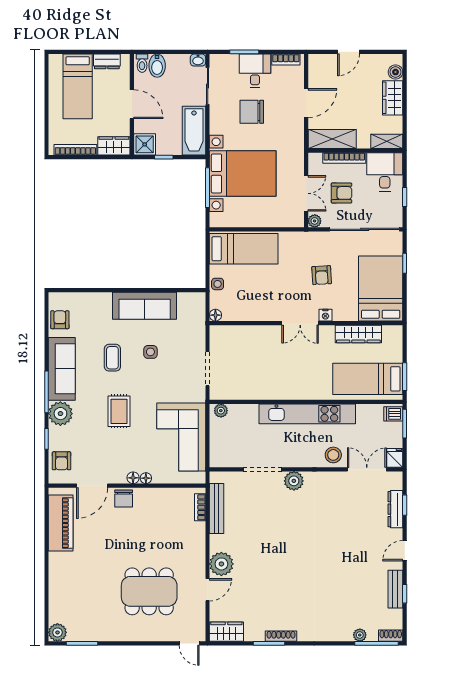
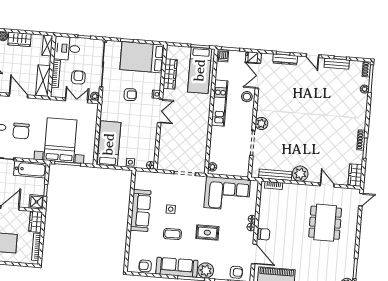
kitchen unit: (307, 414) -> (220, 103), width x0.73
plant: (221, 564) -> (300, 174), moved

